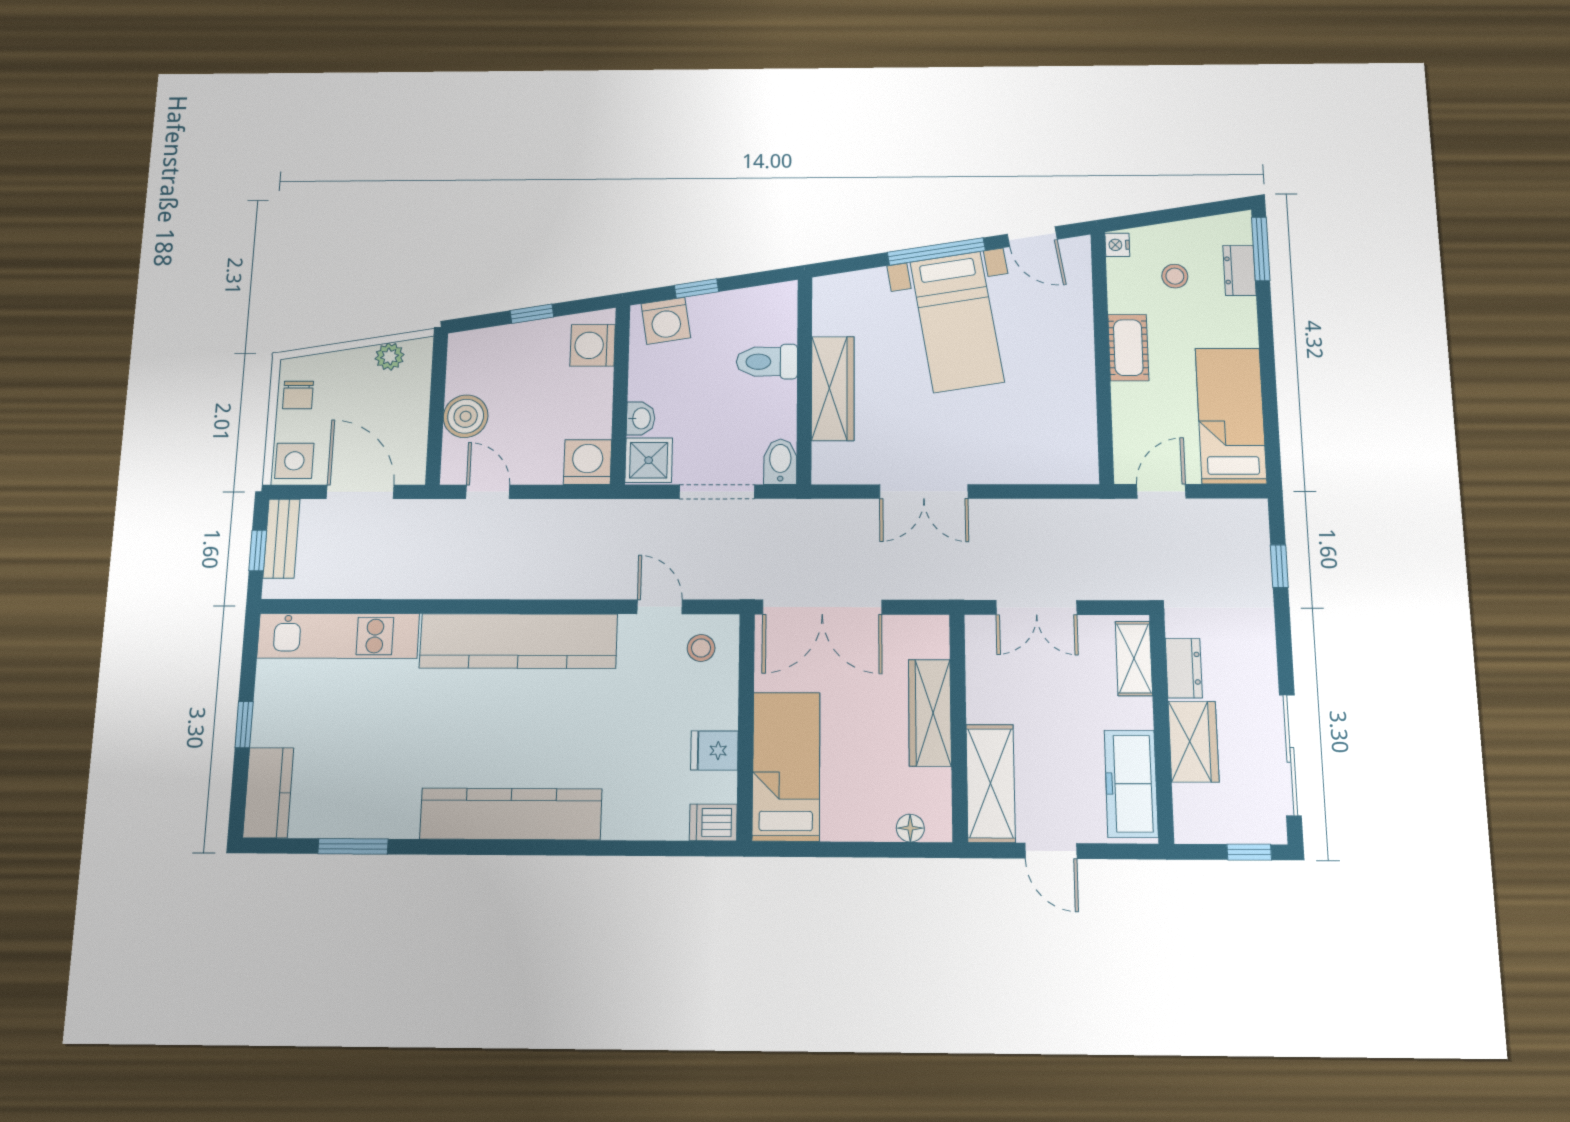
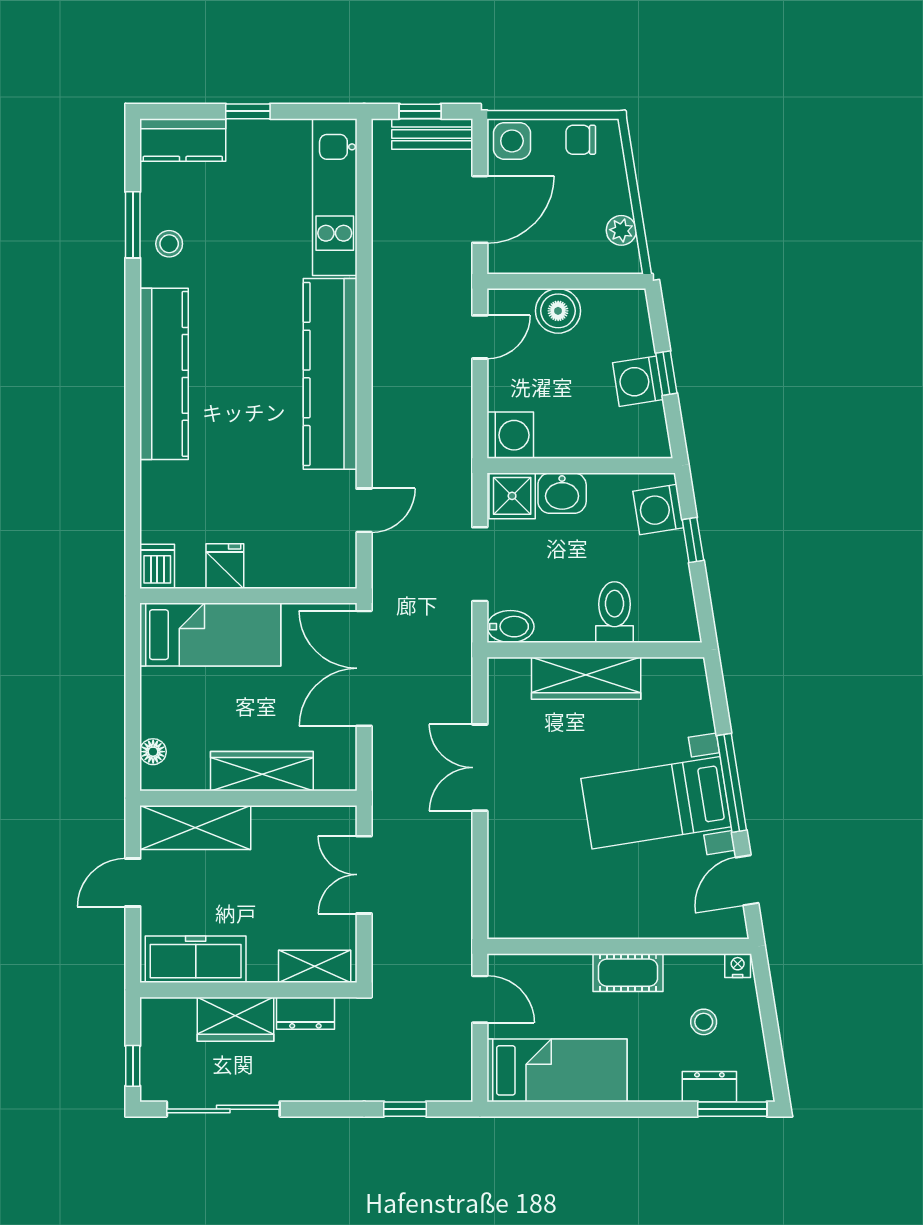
washing machine: (593, 345) -> (638, 381), moved, turned -99
washbasin: (641, 418) -> (562, 493), width x1.38, depth x1.45
stool: (701, 648) -> (169, 244), moved

